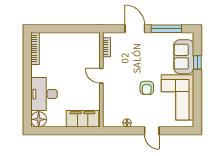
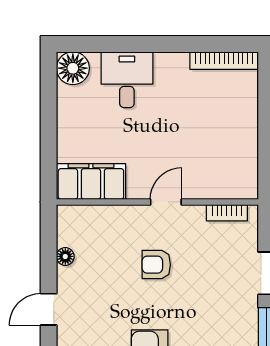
armchair: (147, 88) -> (156, 265), moved
desk: (44, 94) -> (127, 80), width x0.73
filing cabinet: (82, 119) -> (91, 181), moved, turned -90

